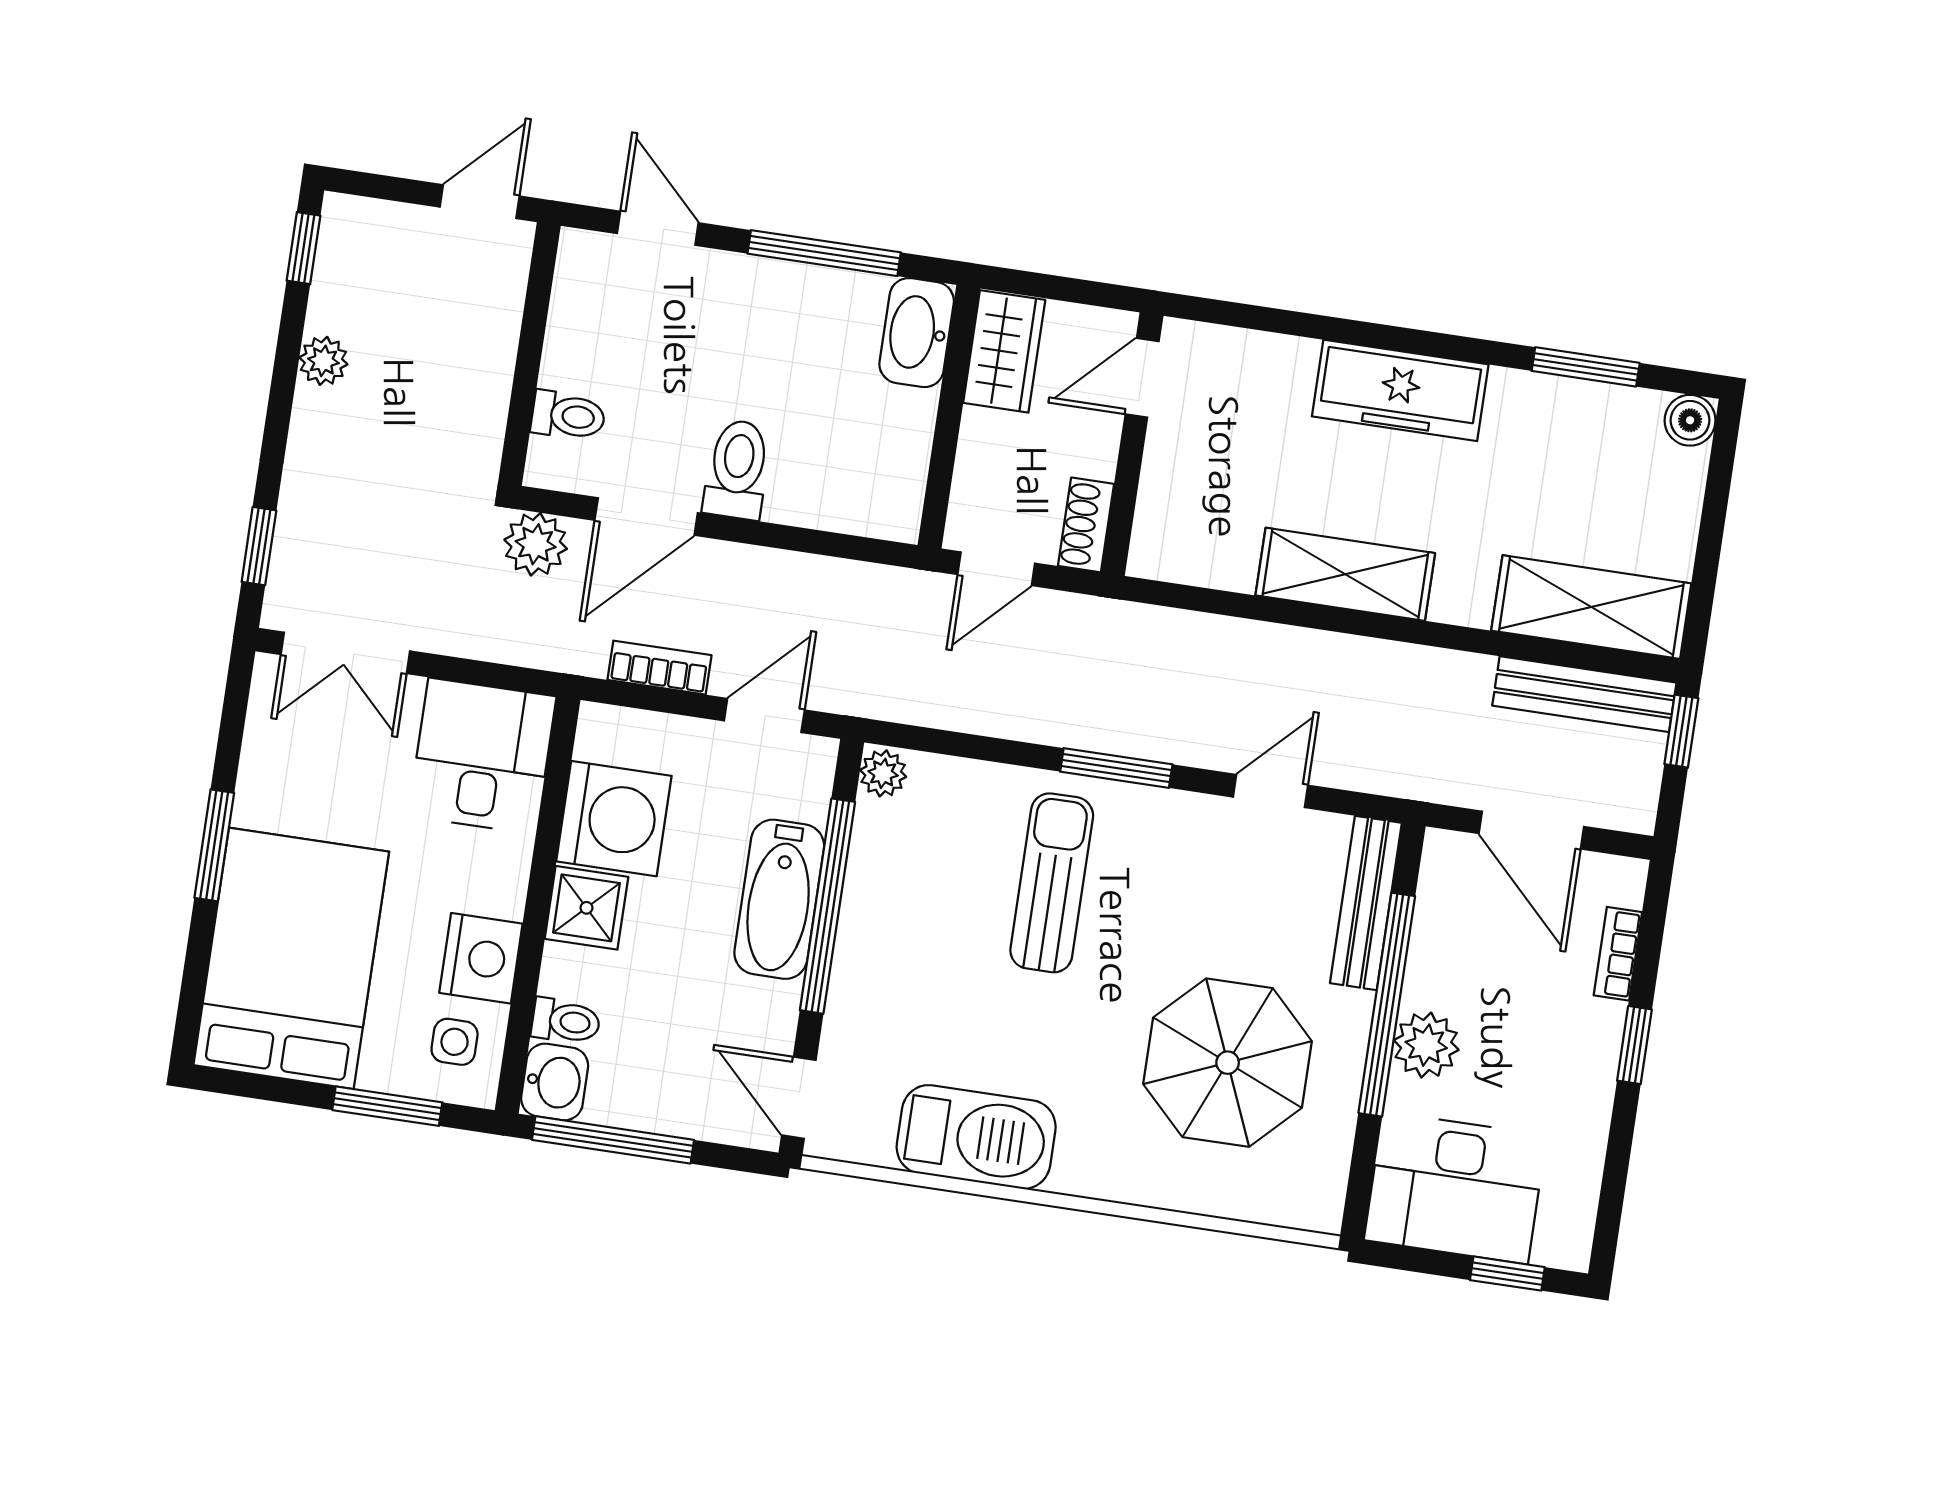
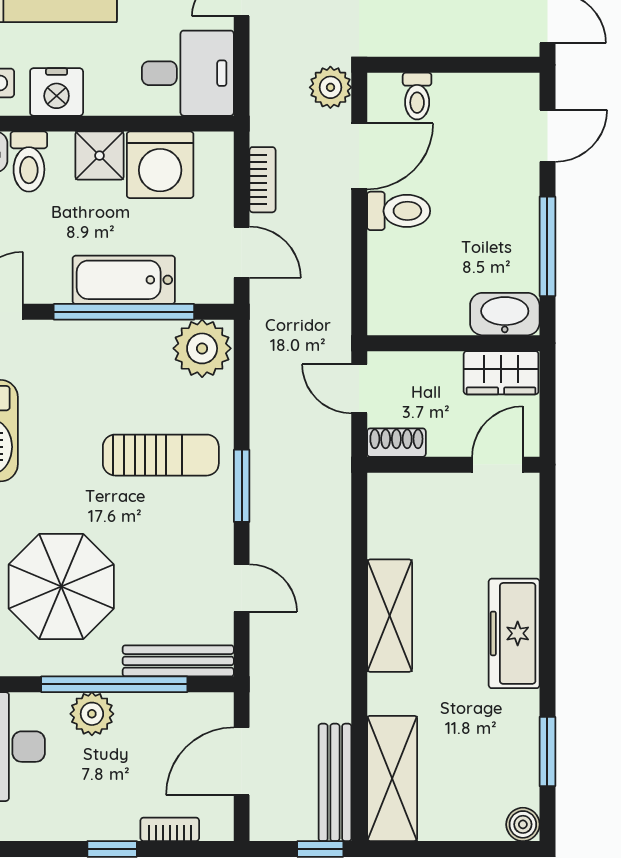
door: (1142, 378) -> (497, 465), hinge flipped
door: (646, 516) -> (359, 156), swing flipped
plant: (883, 773) -> (202, 348), width x1.87, depth x1.87
toilet: (566, 1021) -> (29, 162), width x1.37, depth x1.39

